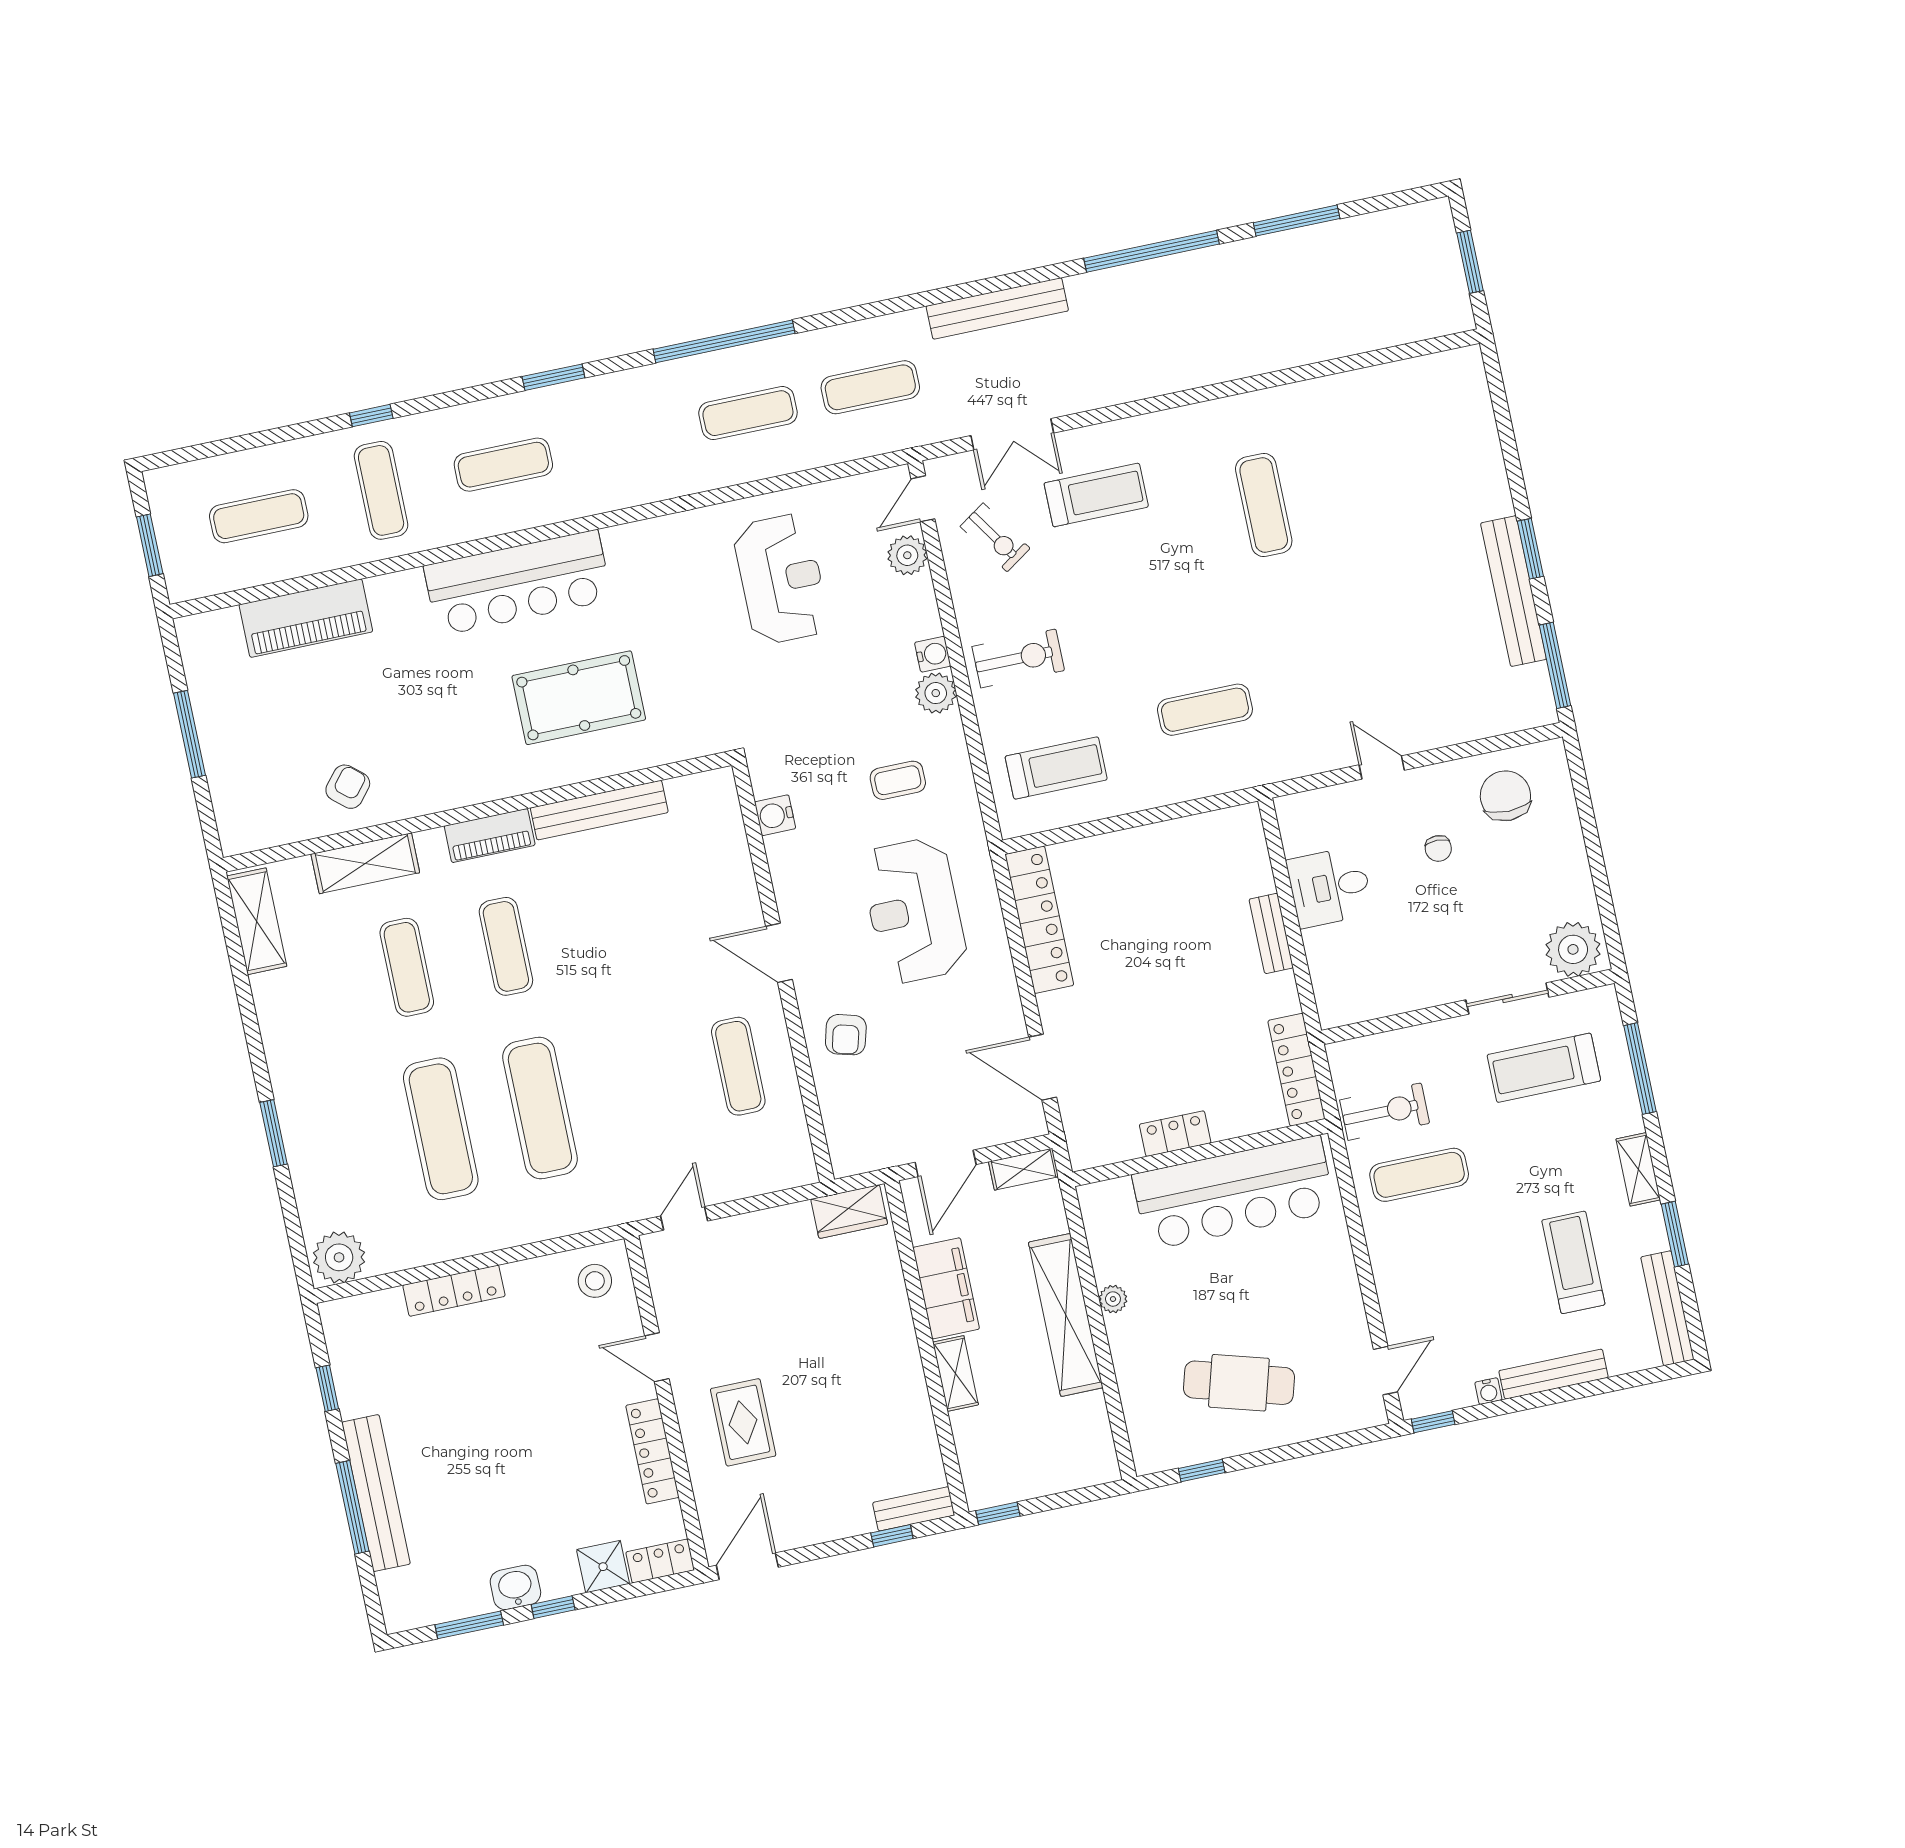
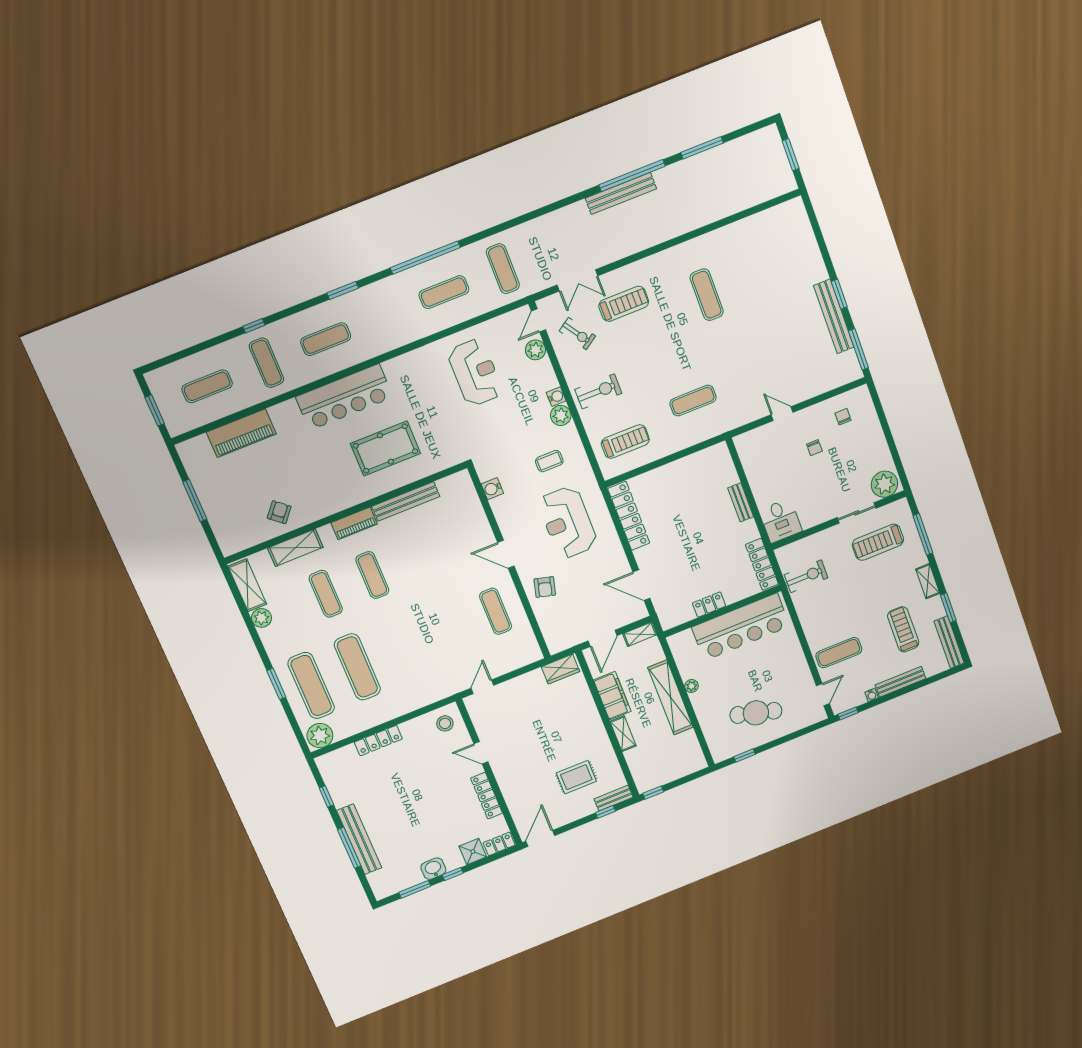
bench: (997, 308) -> (621, 193), moved
exercise mat: (870, 387) -> (503, 269), turned 90
chair: (1505, 796) -> (843, 417), width x0.54, depth x0.54
desk: (1330, 887) -> (781, 521), moved, turned -90
plant: (271, 993) -> (261, 618), added
exercise mat: (540, 1108) -> (311, 686), moved
exercise mat: (1419, 1175) -> (839, 653), moved
rug: (743, 1422) -> (576, 777), moved, turned 90

